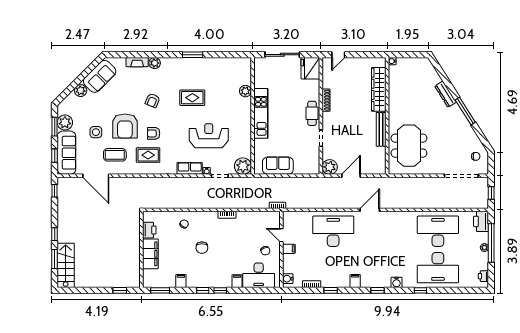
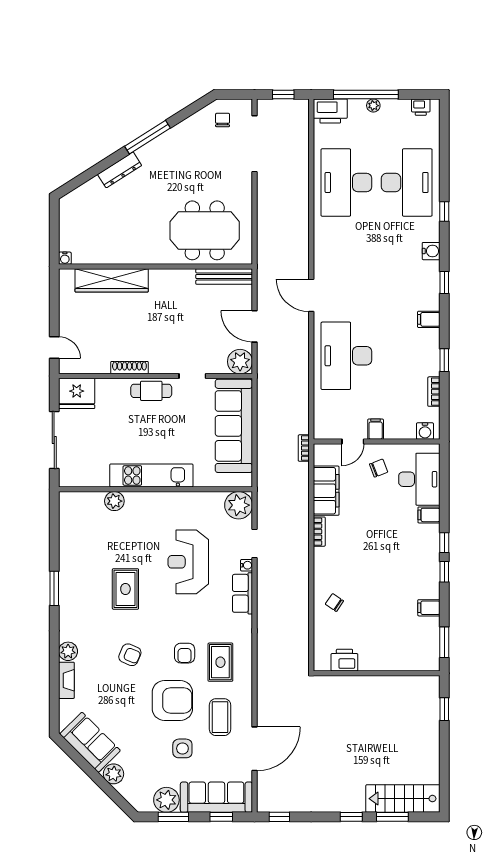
bench: (381, 129) -> (224, 277), moved
sofa: (278, 166) -> (234, 426), width x1.85, depth x1.27
chair: (202, 248) -> (374, 573), removed
filing cabinet: (150, 254) -> (326, 491), moved, turned 90

